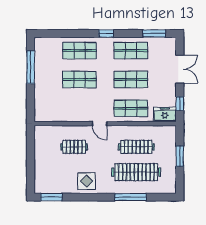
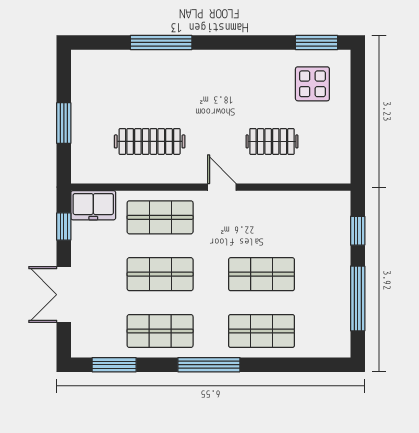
window: (106, 33) -> (209, 365), width x2.17
window: (31, 102) -> (358, 231), added
clothes rail: (136, 172) -> (150, 92), removed
display table: (87, 181) -> (312, 84), moved

